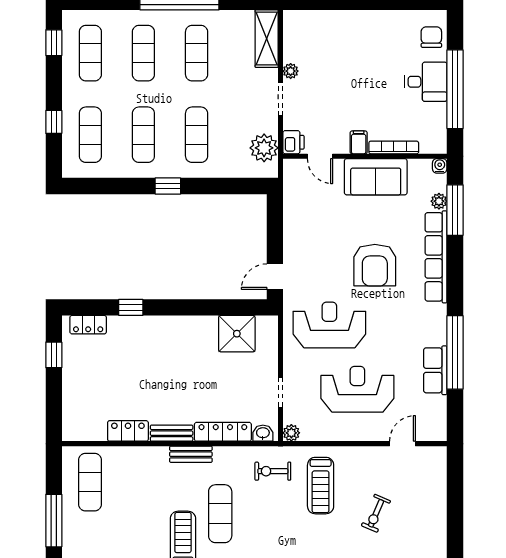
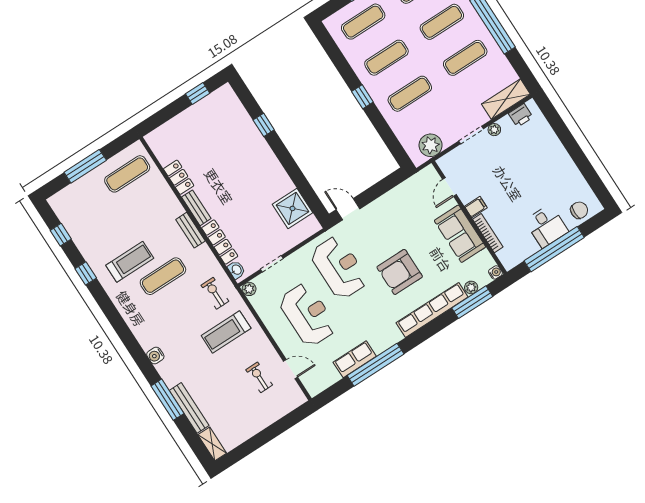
printer: (293, 142) -> (521, 115), moved
locker: (88, 325) -> (233, 104), removed
exercise bike: (376, 513) -> (259, 377), moved, turned 67

